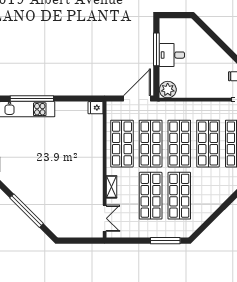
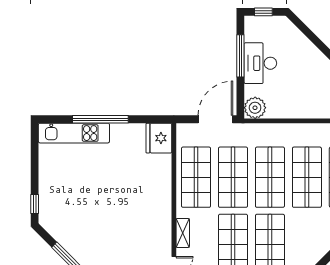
window: (174, 15) -> (263, 12), added
desk: (172, 55) -> (260, 63), width x1.37
window: (32, 99) -> (100, 119), moved
fridge: (96, 108) -> (159, 138), width x1.88, depth x1.34

